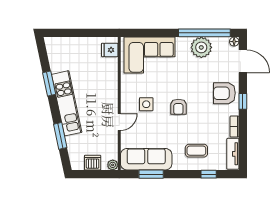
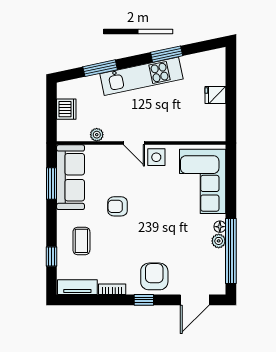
floor lamp: (234, 42) -> (220, 227), moved
plant: (201, 47) -> (219, 241), width x0.53, depth x0.53
fridge: (110, 50) -> (215, 95), moved, turned -90
side table: (146, 104) -> (156, 157), moved
armchair: (178, 107) -> (118, 206), moved
door: (119, 122) -> (134, 143), moved
plant: (113, 165) -> (97, 135), moved

